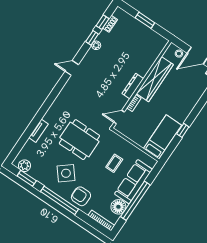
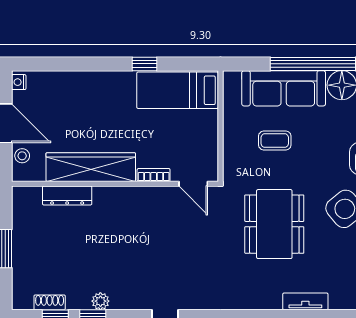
dresser: (133, 86) -> (67, 195), moved

